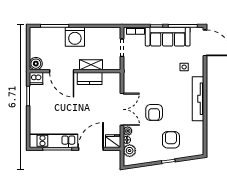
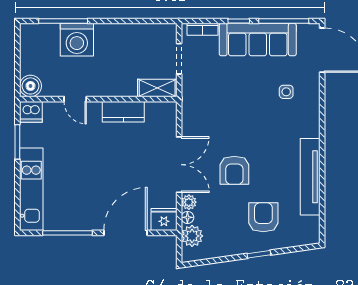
washing machine: (75, 37) -> (77, 40), moved
shelving: (91, 65) -> (157, 88), moved
door: (62, 71) -> (75, 99), width x0.53
tv unit: (198, 99) -> (310, 177), moved
kitchen unit: (54, 141) -> (31, 189), moved, turned 90

